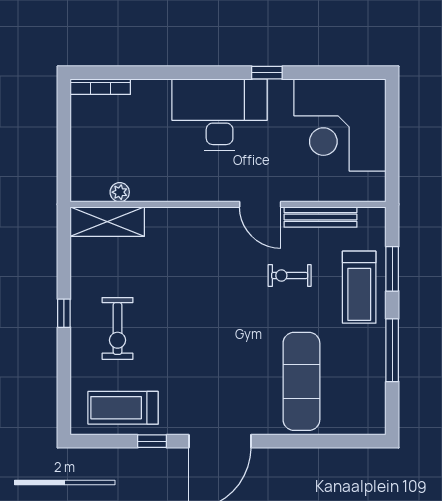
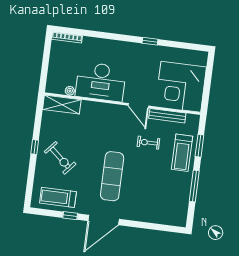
desk: (220, 115) -> (101, 82), moved, turned 180
corner desk: (340, 125) -> (181, 87), moved
exercise bike: (117, 328) -> (60, 158), turned -49
exercise mat: (301, 381) -> (112, 176), moved

